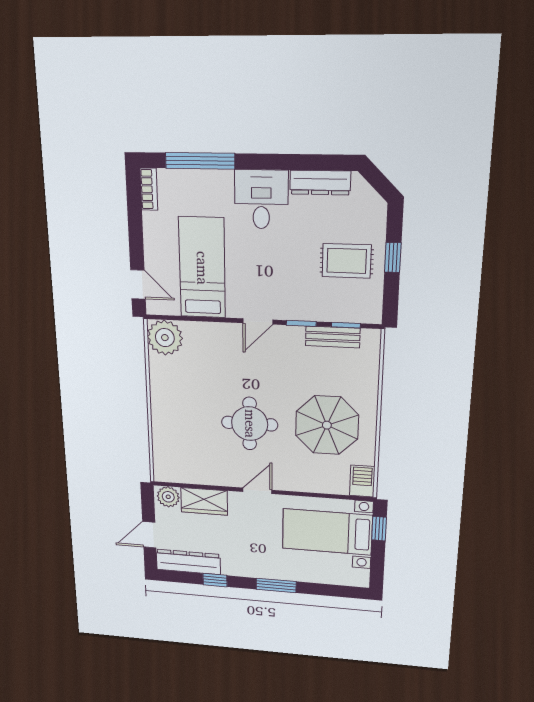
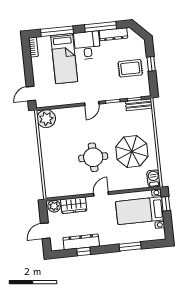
window: (294, 162) -> (100, 27), added
bed: (202, 268) -> (64, 59), moved, turned 180
door: (138, 284) -> (31, 94), swing flipped
bench: (333, 337) -> (139, 105), moved
dresser: (188, 562) -> (81, 242), moved
window: (276, 585) -> (130, 247), moved

